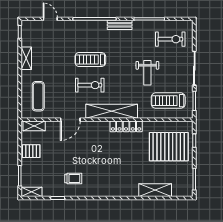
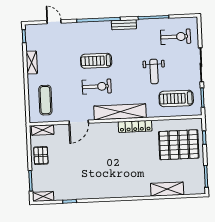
pallet: (31, 151) -> (41, 156), turned 90
trolley: (73, 178) -> (84, 181), removed

